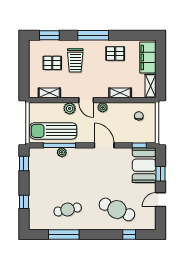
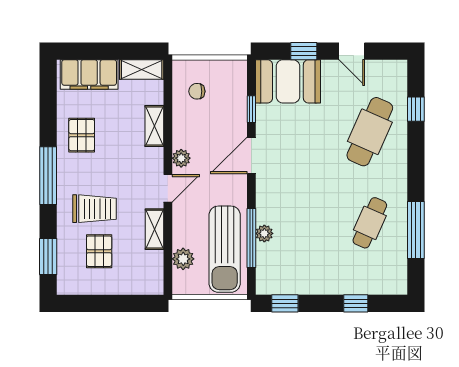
shelving: (49, 93) -> (154, 229), moved
plant: (70, 108) -> (183, 259), moved
window: (139, 145) -> (251, 109), moved
cafe table: (68, 209) -> (370, 223), turned 36

